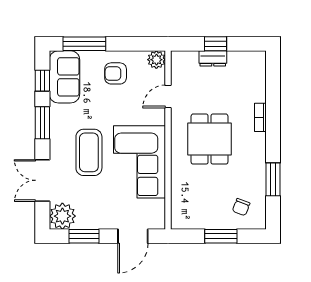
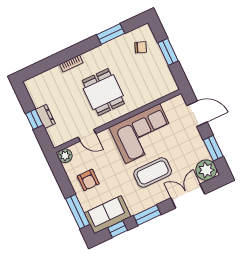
dining table: (209, 139) -> (103, 92), turned 90
double door: (42, 180) -> (188, 196), swing flipped

